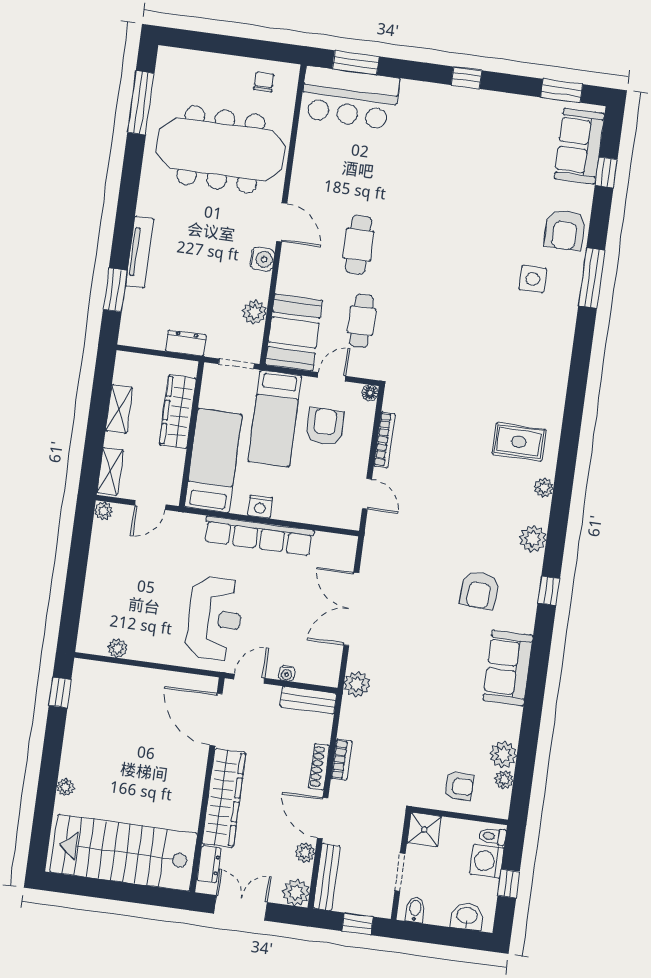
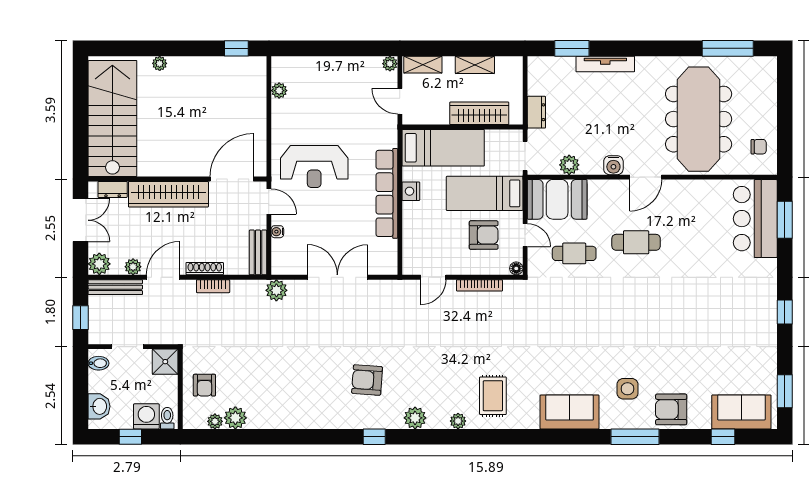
sofa: (508, 668) -> (570, 412), moved

